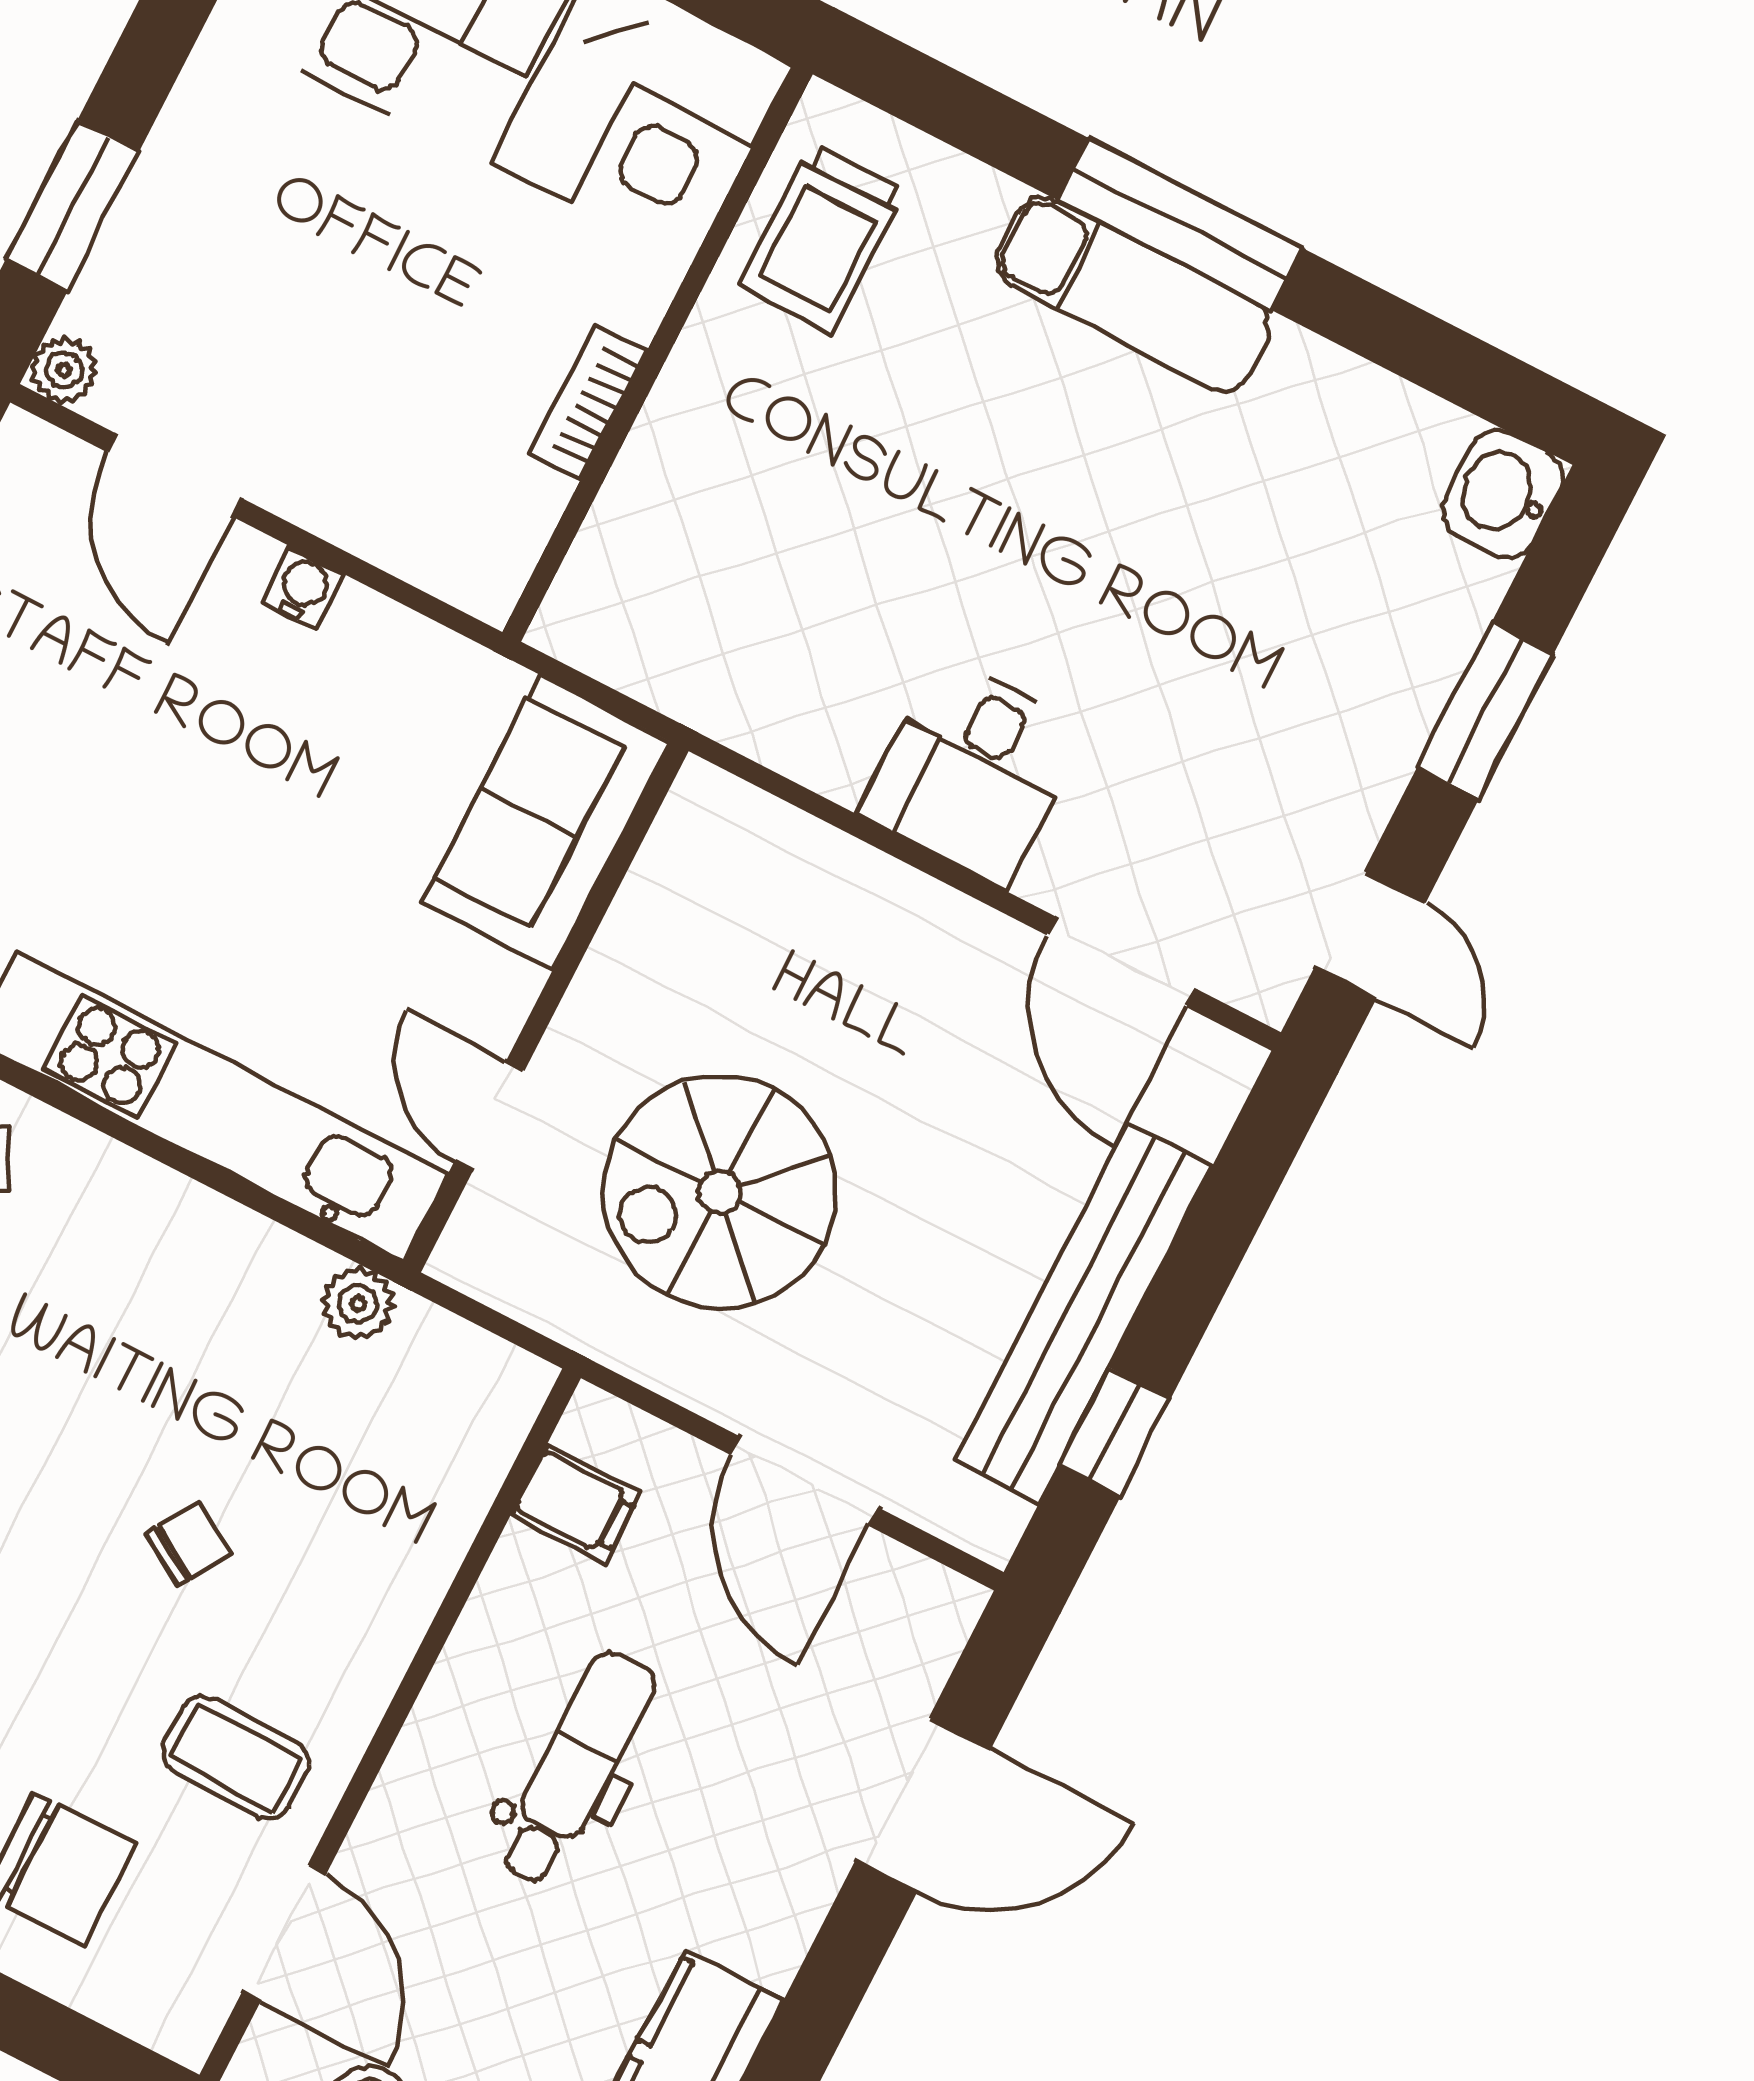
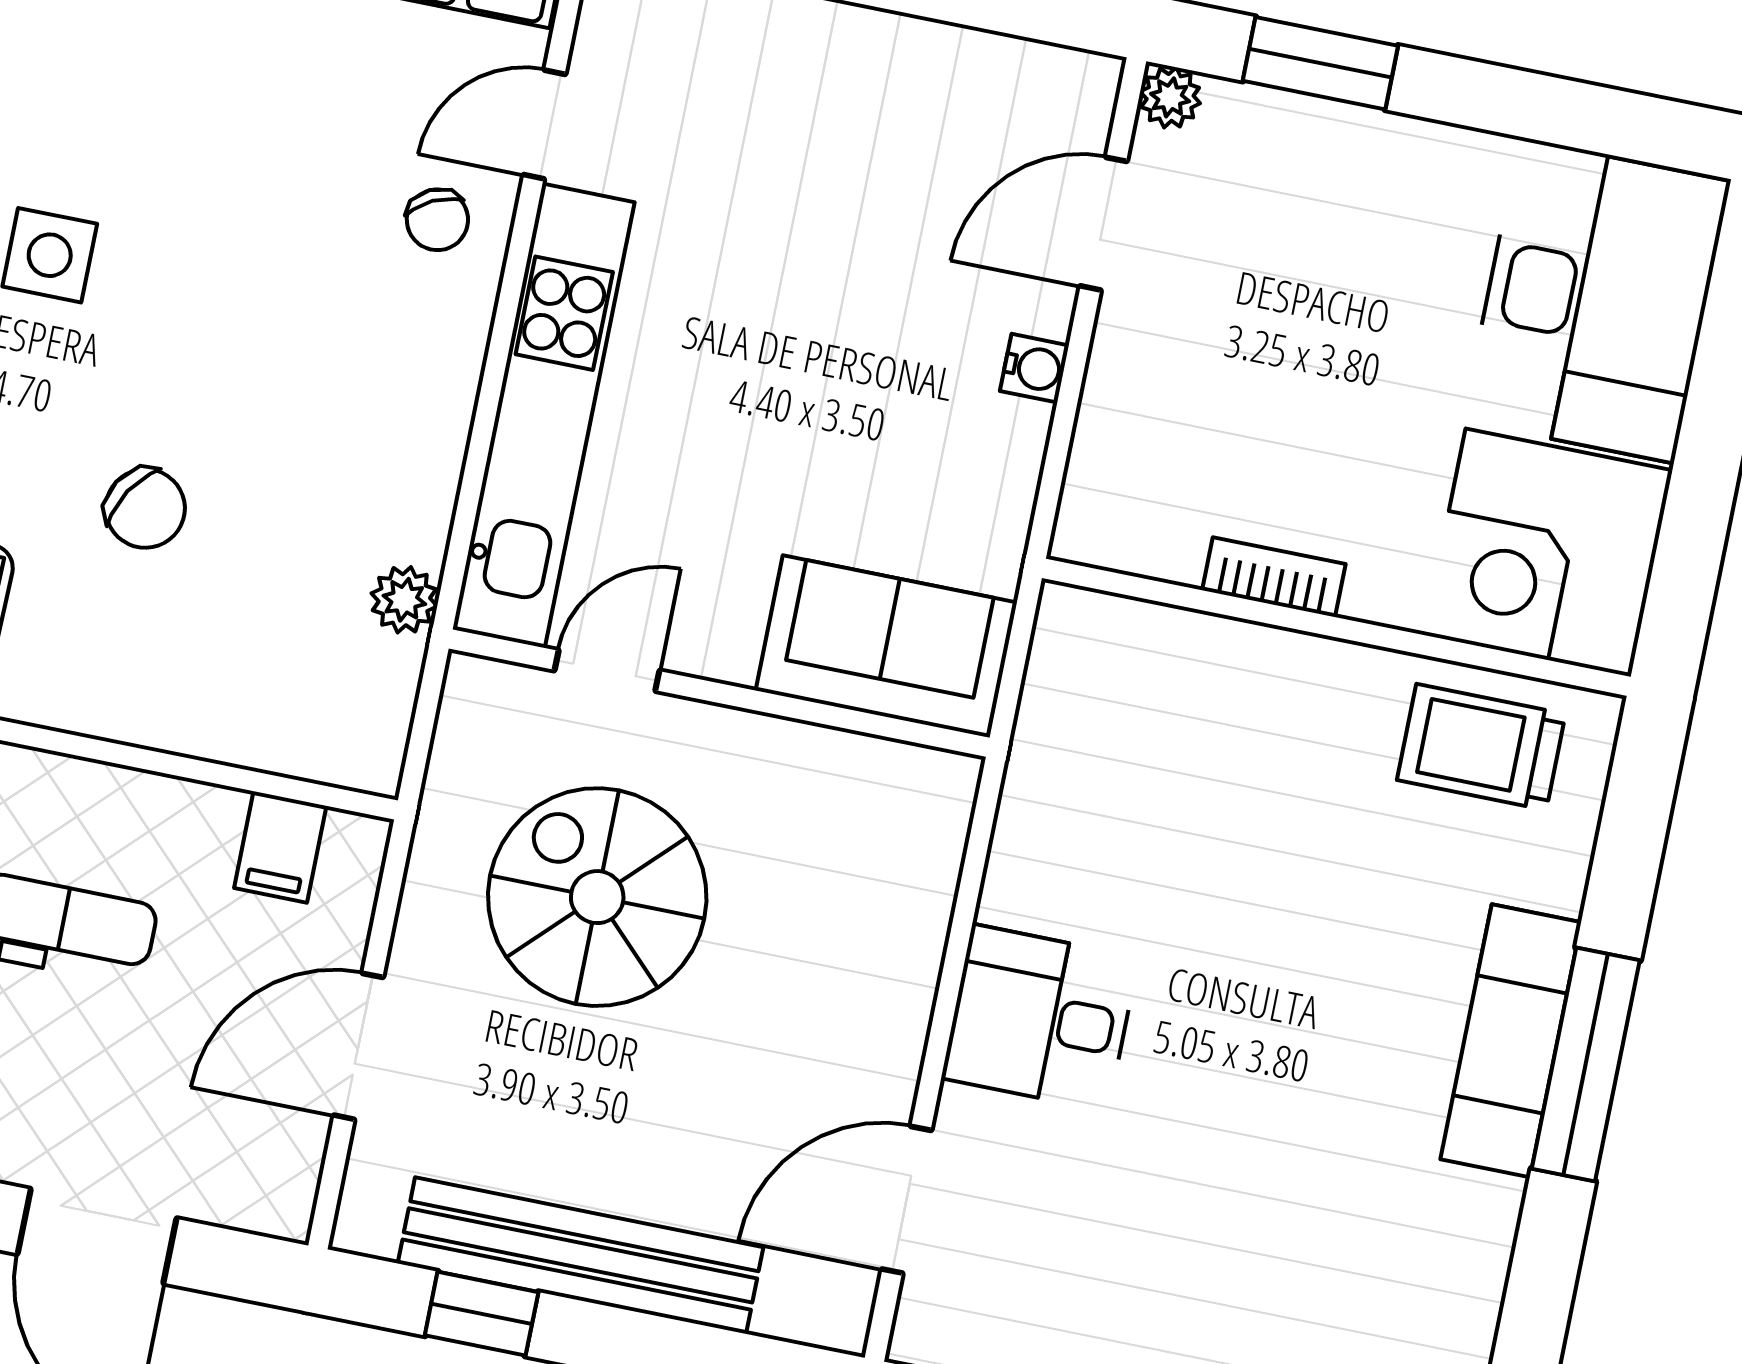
chair: (188, 1544) -> (145, 508), width x1.37, depth x1.37

